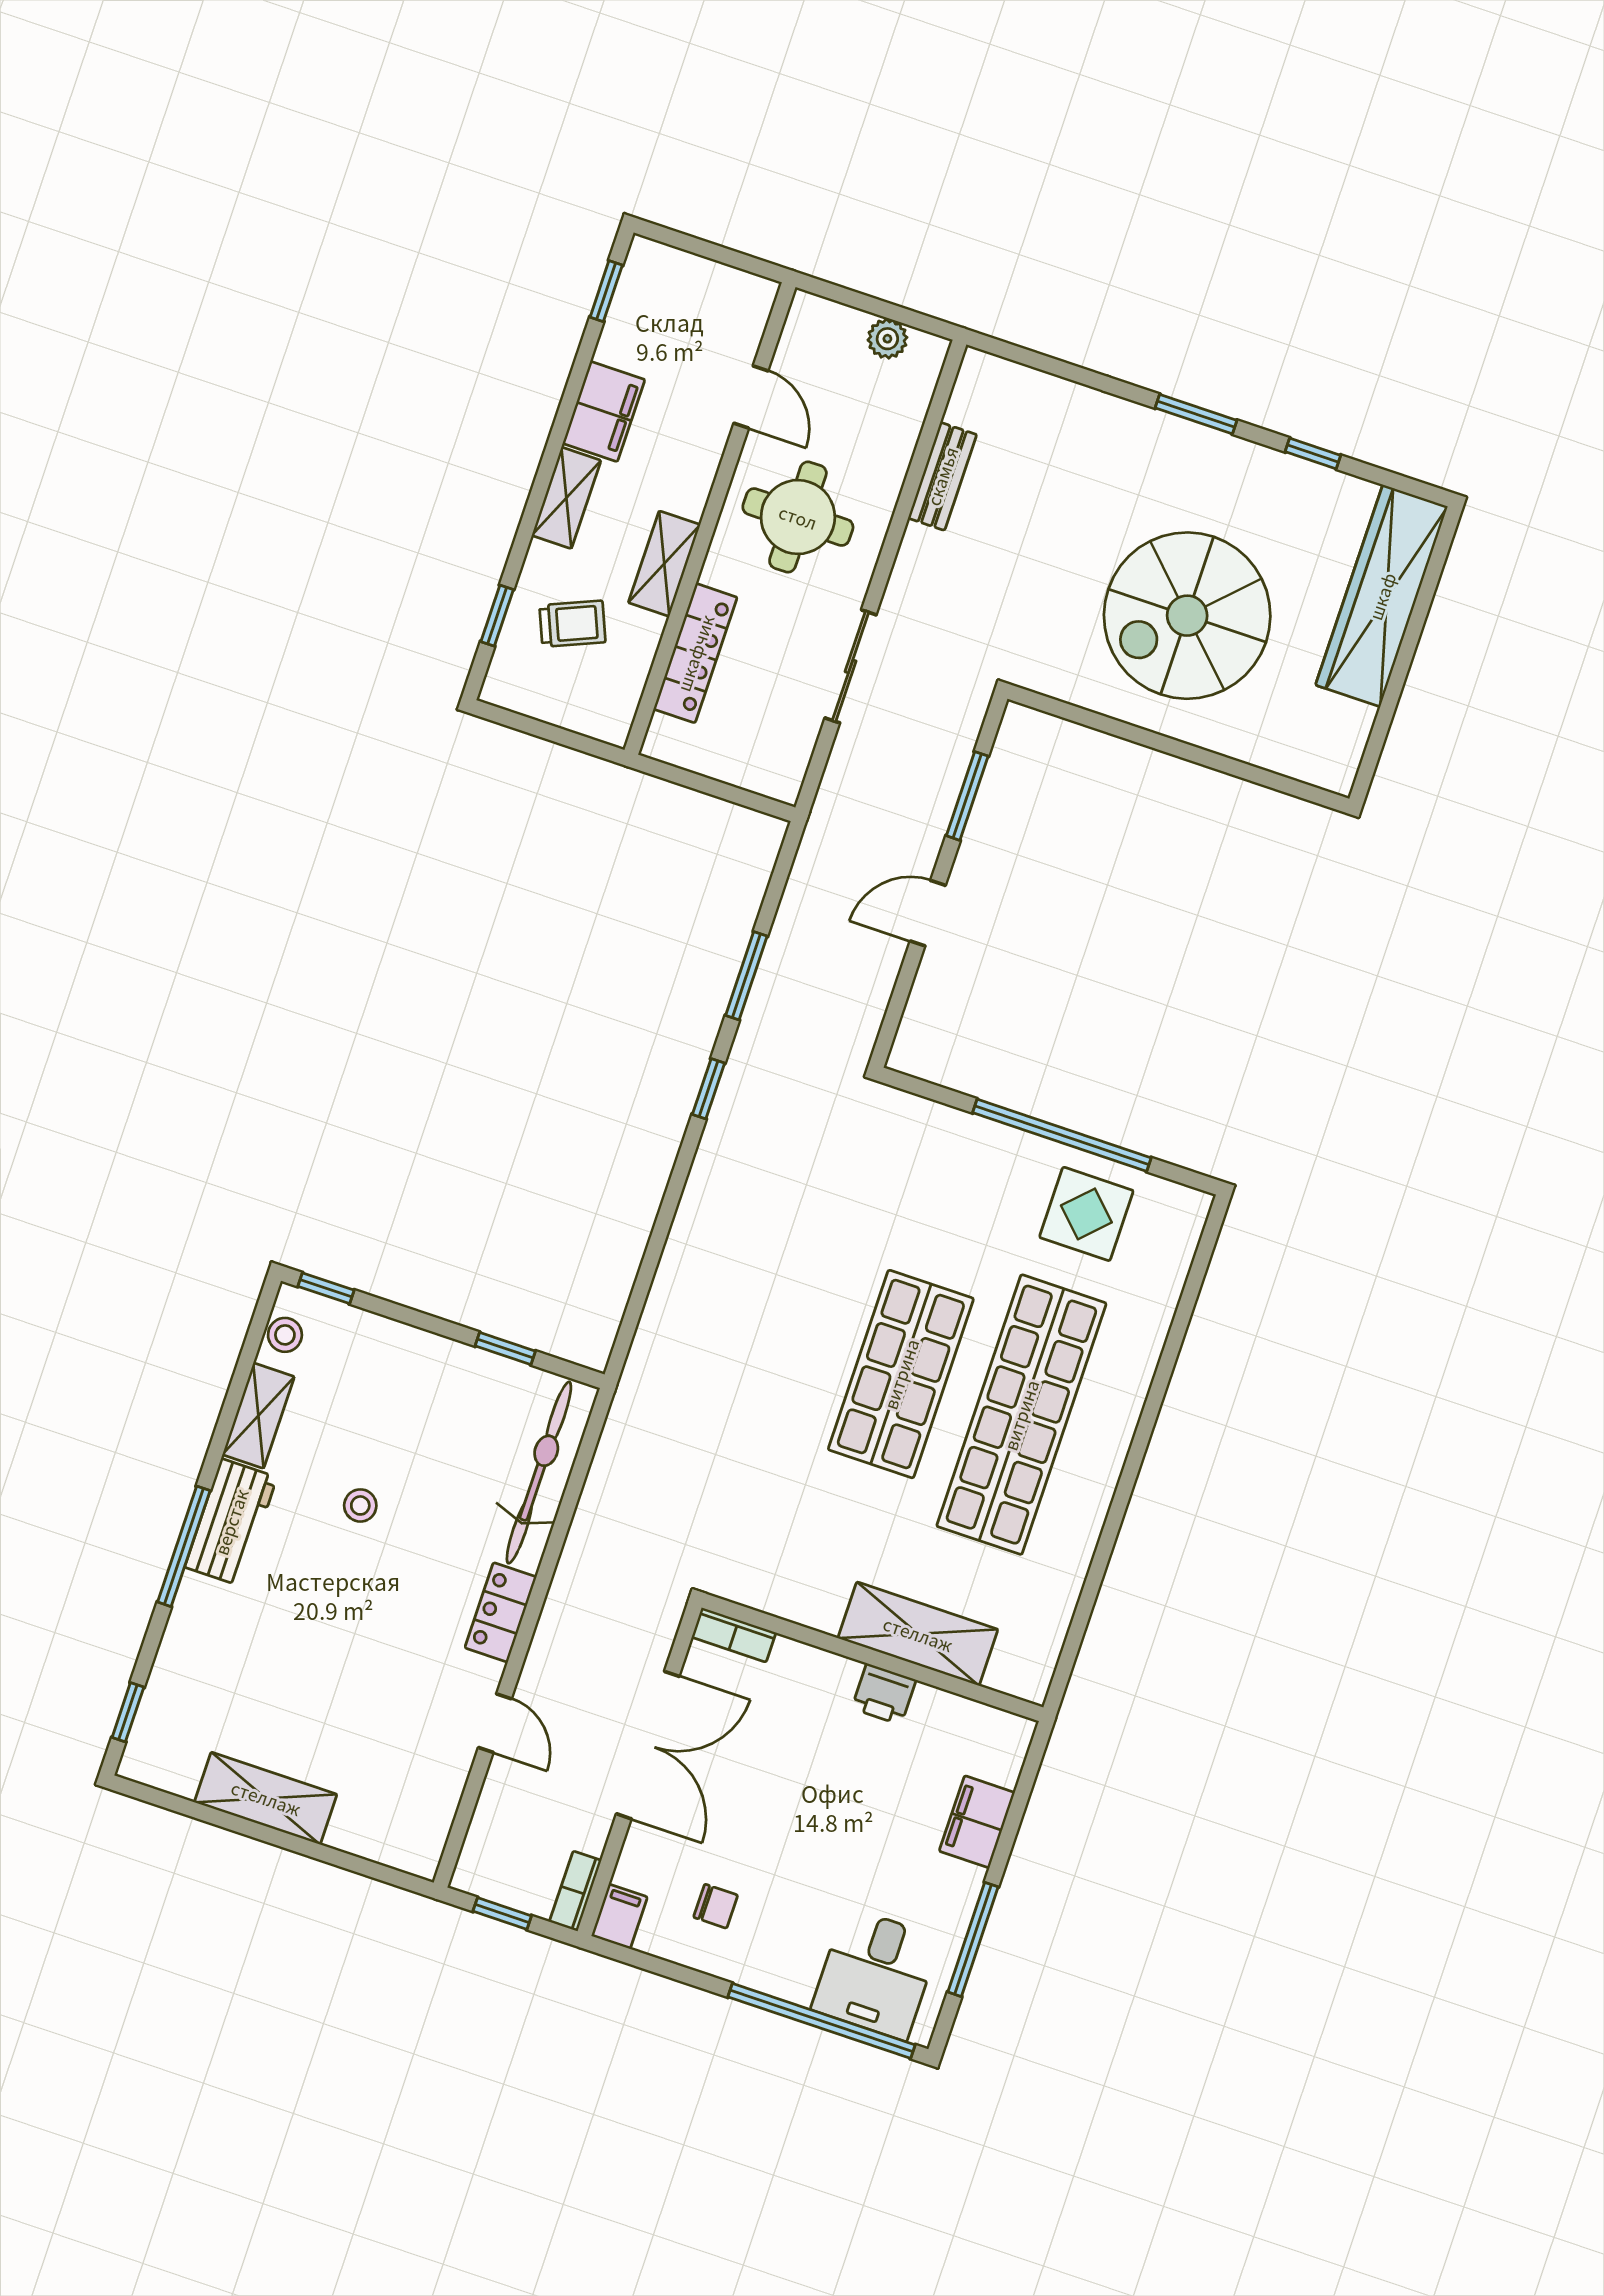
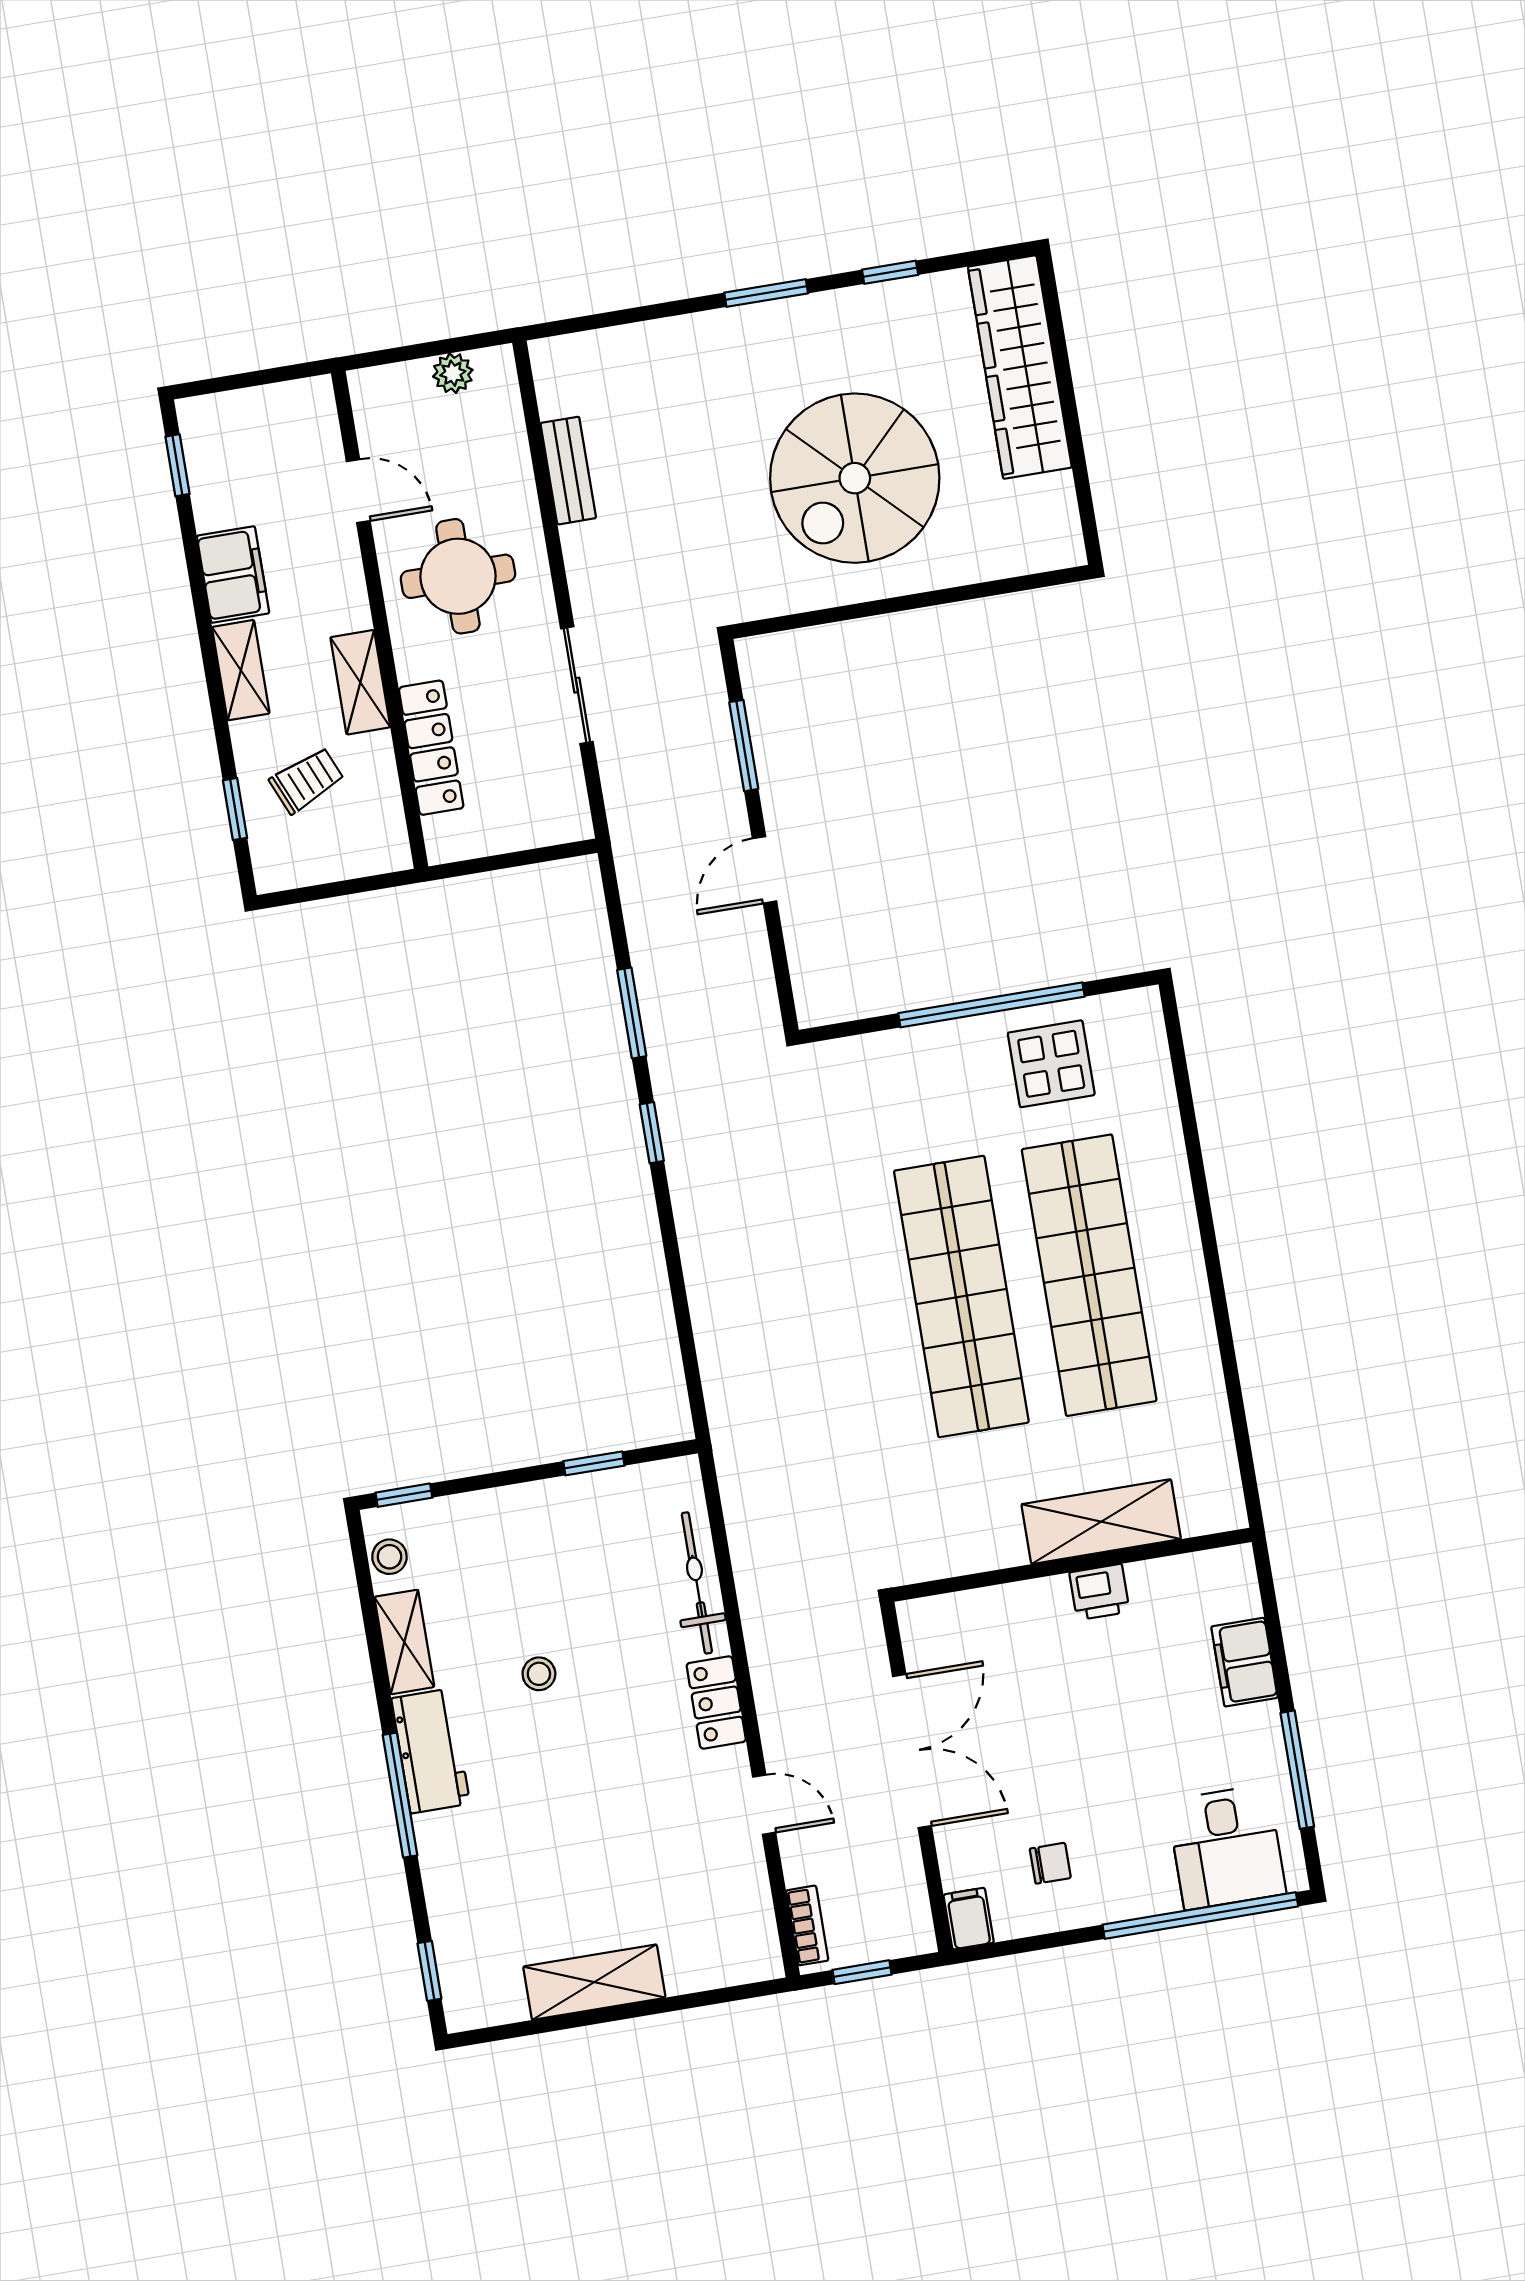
shop shelf: (901, 1374) -> (961, 1297), width x1.40
bicycle: (539, 1473) -> (697, 1583), width x0.73, depth x0.71
bookcase: (734, 1635) -> (936, 1611), removed
bookcase: (575, 1891) -> (807, 1925), moved, turned 180

